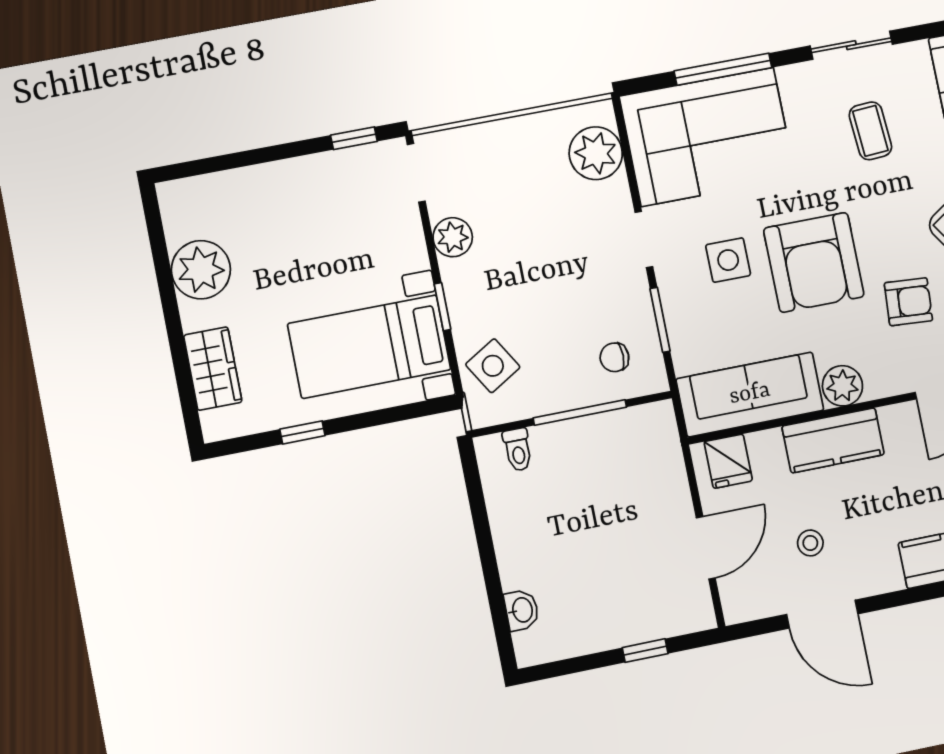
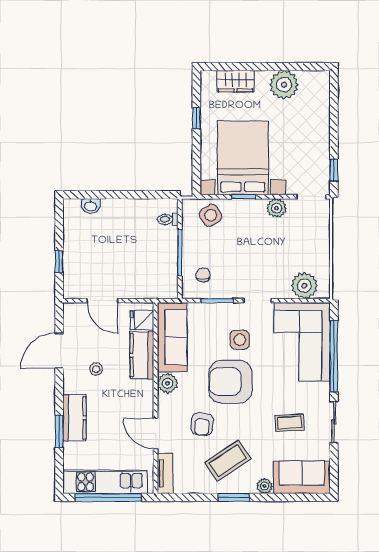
window: (723, 69) -> (334, 356), width x1.46
bed with nightstands: (369, 347) -> (243, 158), width x1.36
kitchen counter: (833, 440) -> (142, 355), moved
stool: (810, 543) -> (96, 369), moved

